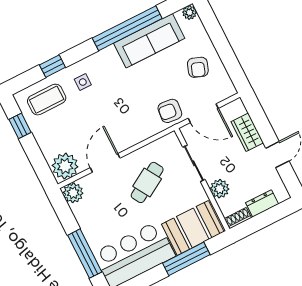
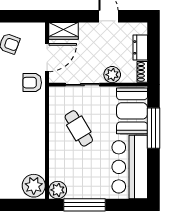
armchair: (170, 111) -> (32, 83), turned 84
wardrobe: (247, 132) -> (64, 31), moved
door: (105, 163) -> (47, 153), removed
window: (85, 254) -> (84, 205), moved

